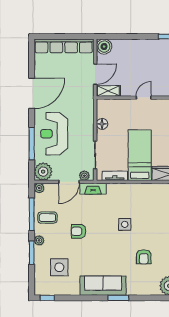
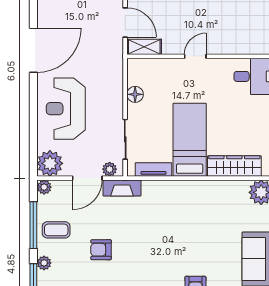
door: (95, 74) -> (125, 22), hinge flipped
window: (32, 144) -> (33, 123), removed
side table: (125, 224) -> (168, 240), removed

